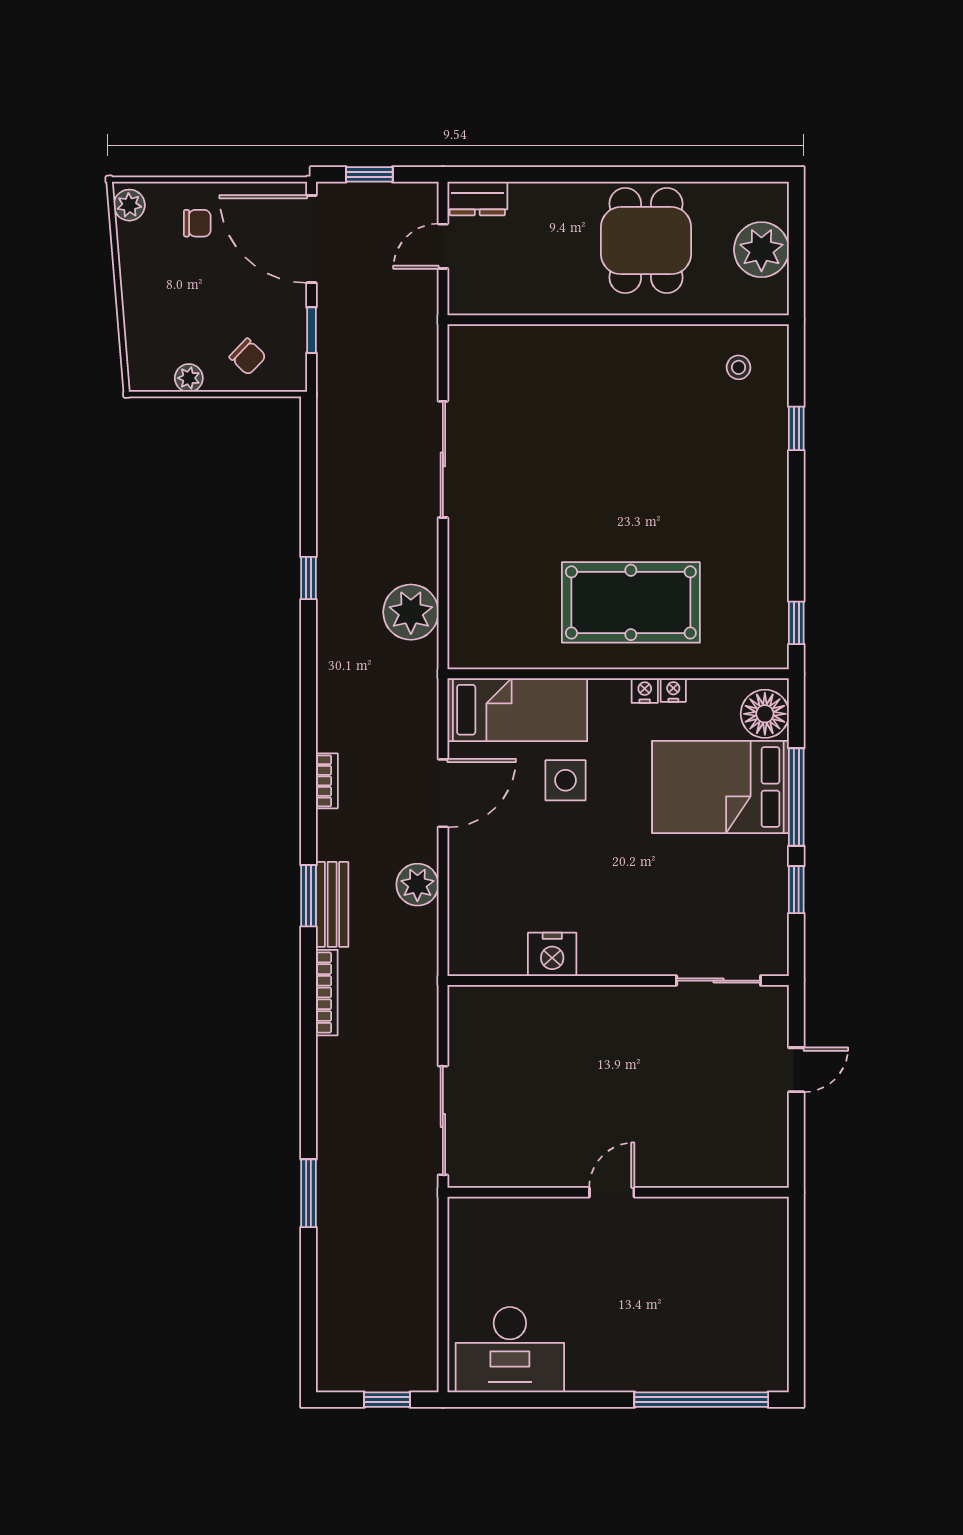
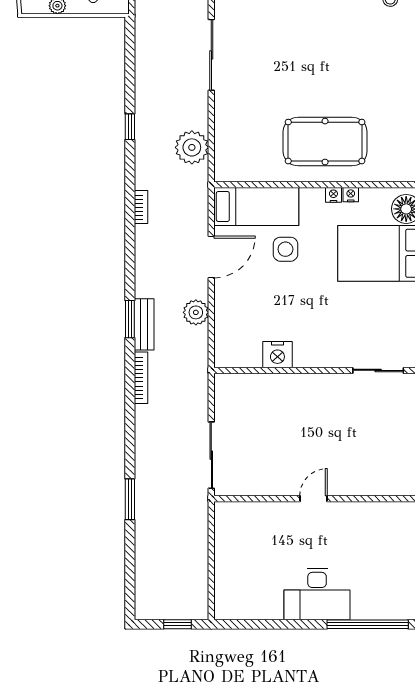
bookcase: (327, 781) -> (141, 207), moved
desk: (510, 1350) -> (317, 594), moved

